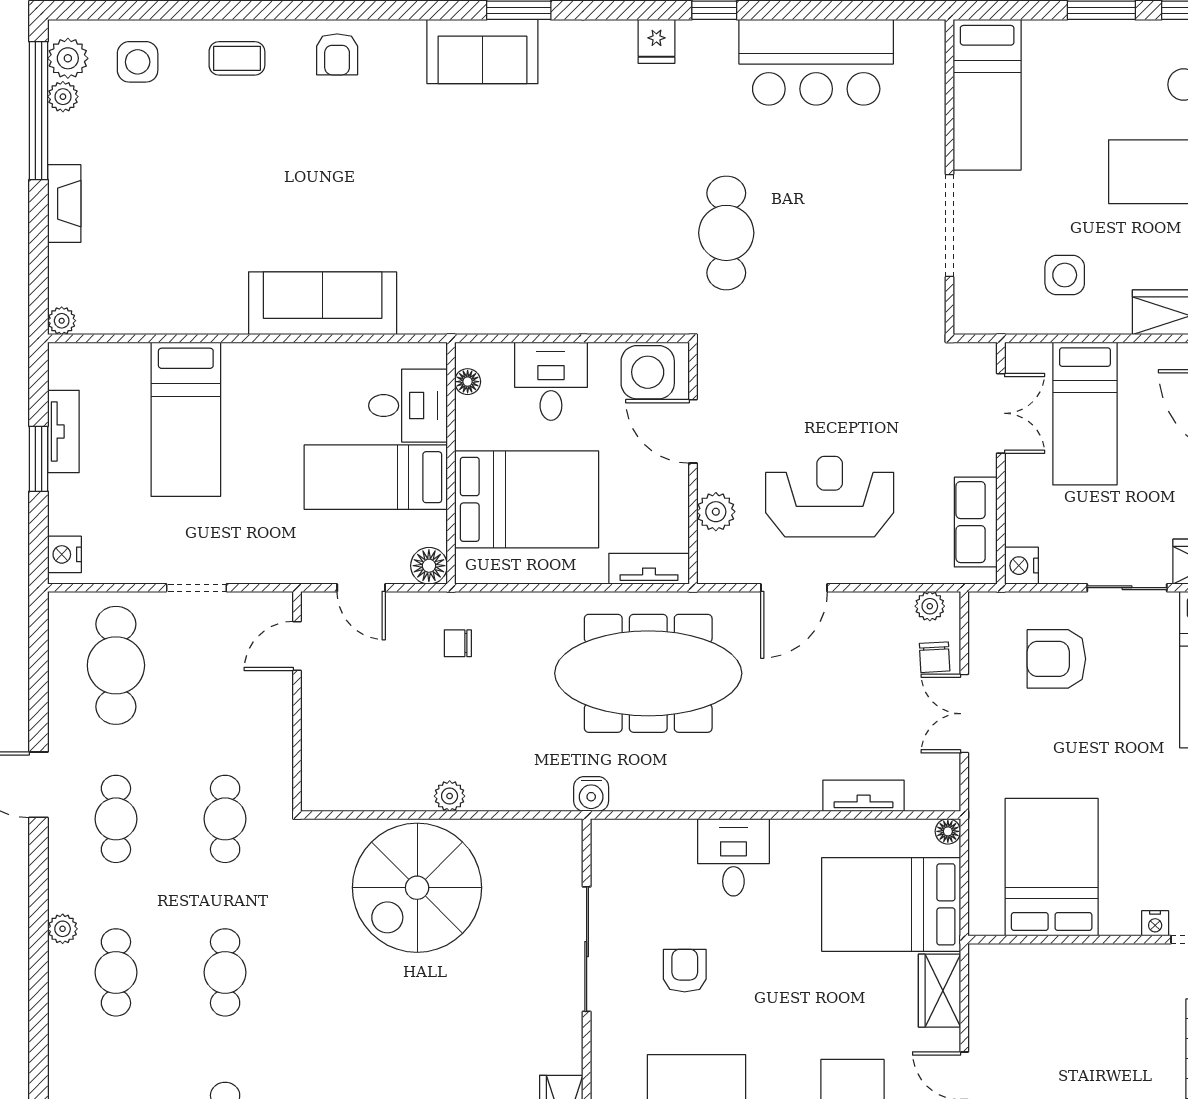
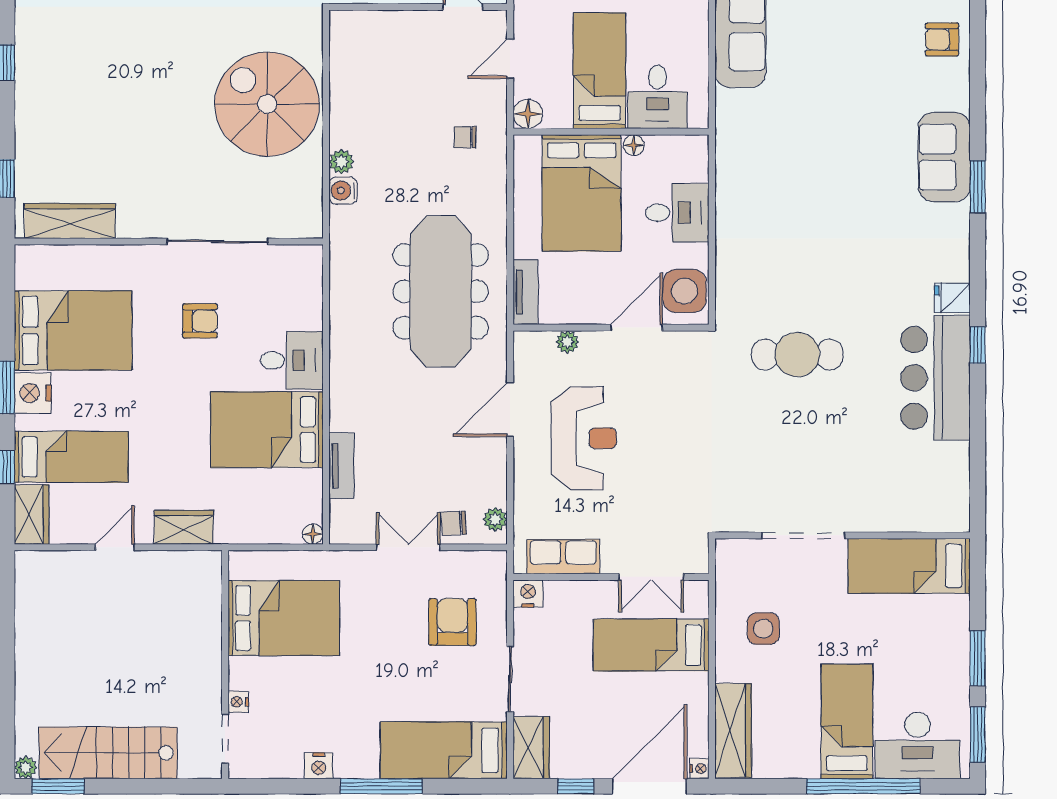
bar counter: (816, 62) -> (935, 378), moved
floor lamp: (468, 382) -> (634, 145), moved
plant: (716, 512) -> (567, 342), width x0.73, depth x0.73
door: (794, 588) -> (510, 409), hinge flipped
chair: (458, 643) -> (465, 137), turned -90
water cooler: (591, 794) -> (343, 191), moved
plant: (450, 796) -> (341, 162), moved
bed: (891, 904) -> (267, 430), moved, turned -90

